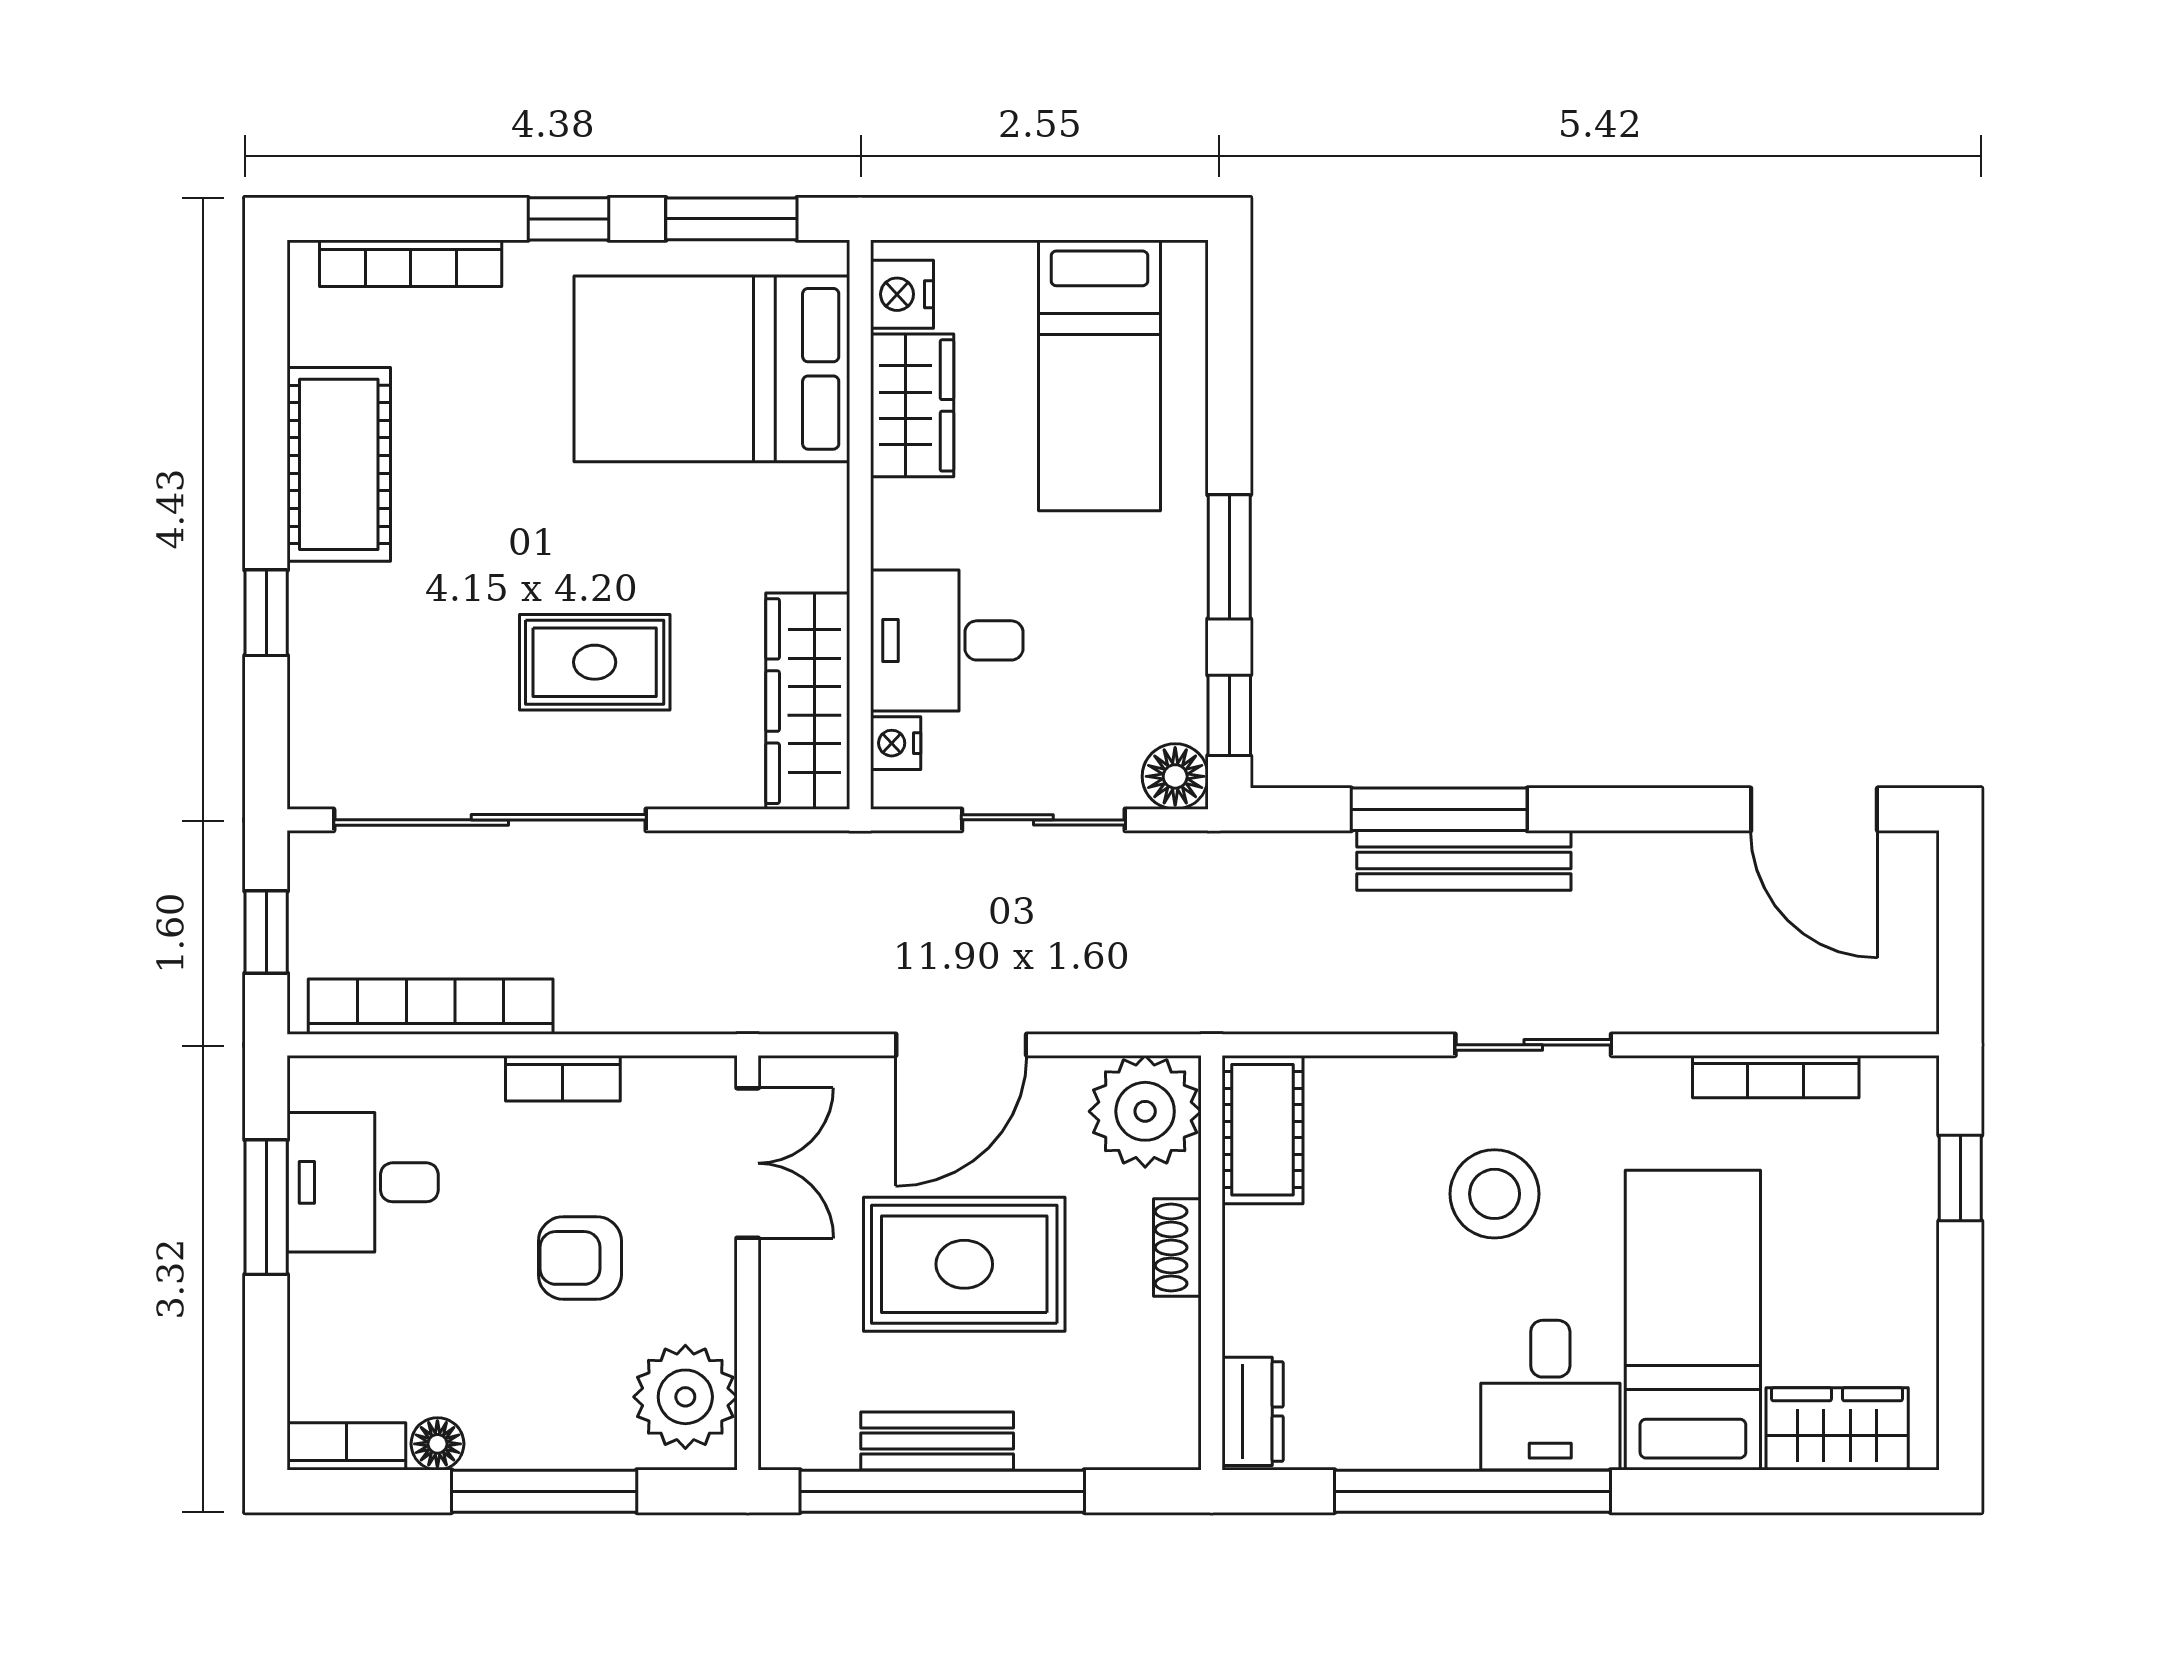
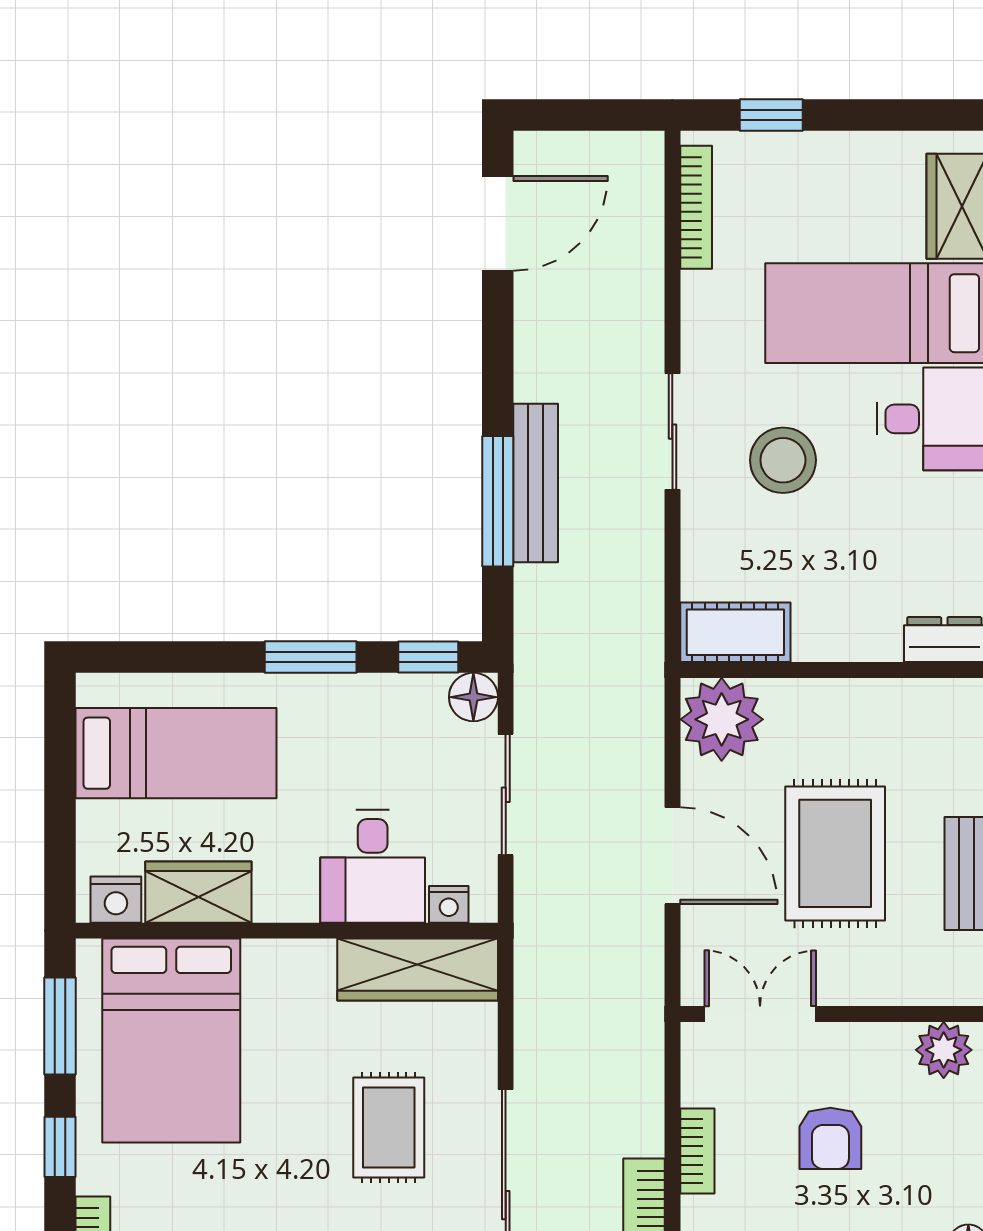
bookcase: (1776, 1077) -> (696, 207), moved
shoe rack: (1177, 1247) -> (823, 695), removed
plant: (685, 1397) -> (944, 1050), width x0.73, depth x0.73

